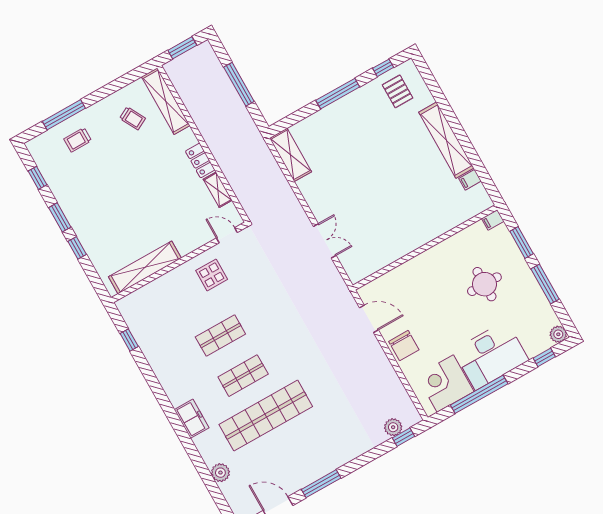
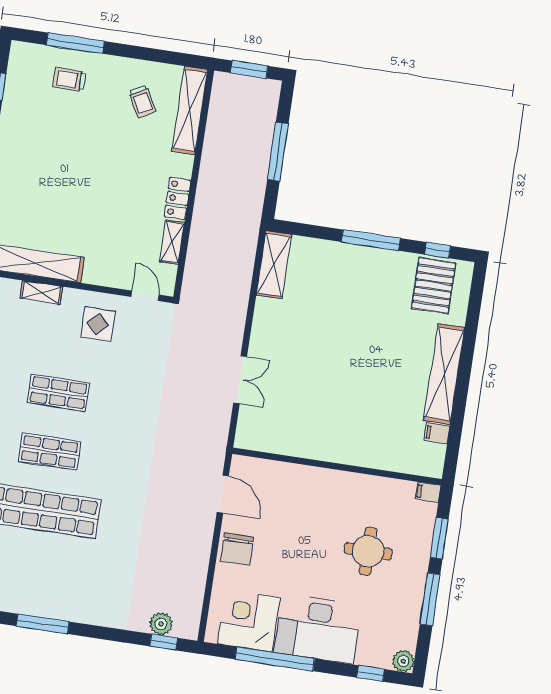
pallet: (398, 91) -> (433, 286), width x1.50, depth x1.42
shelving: (162, 283) -> (41, 292), added

